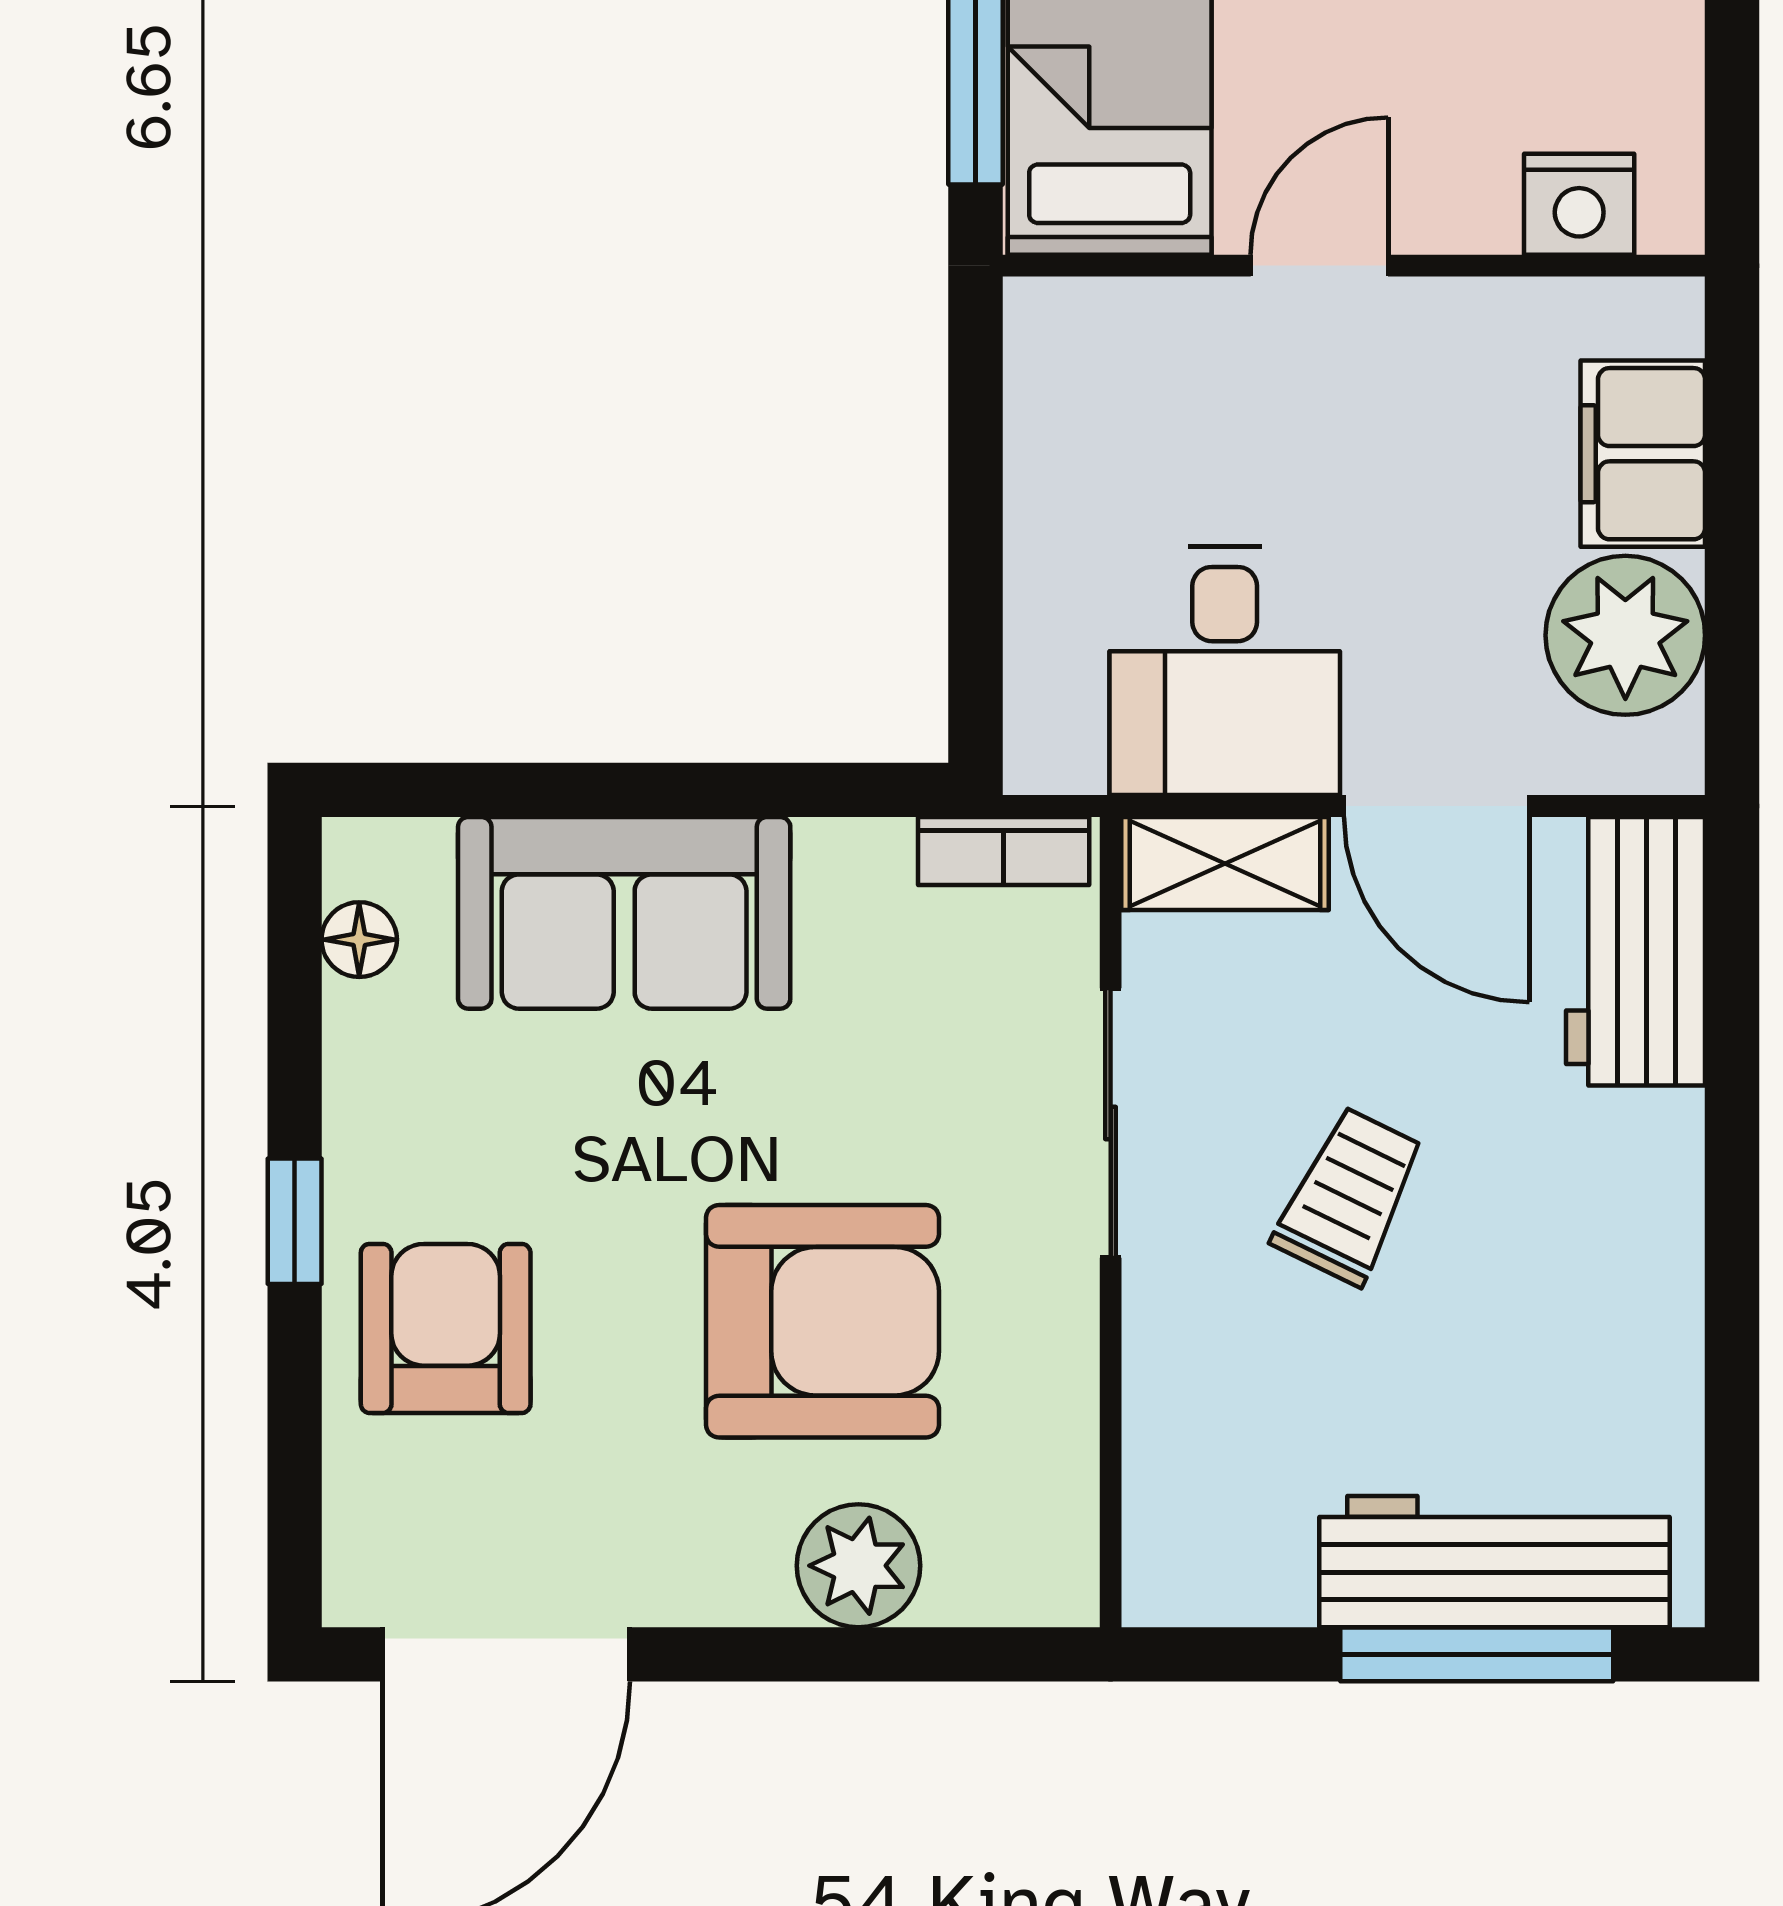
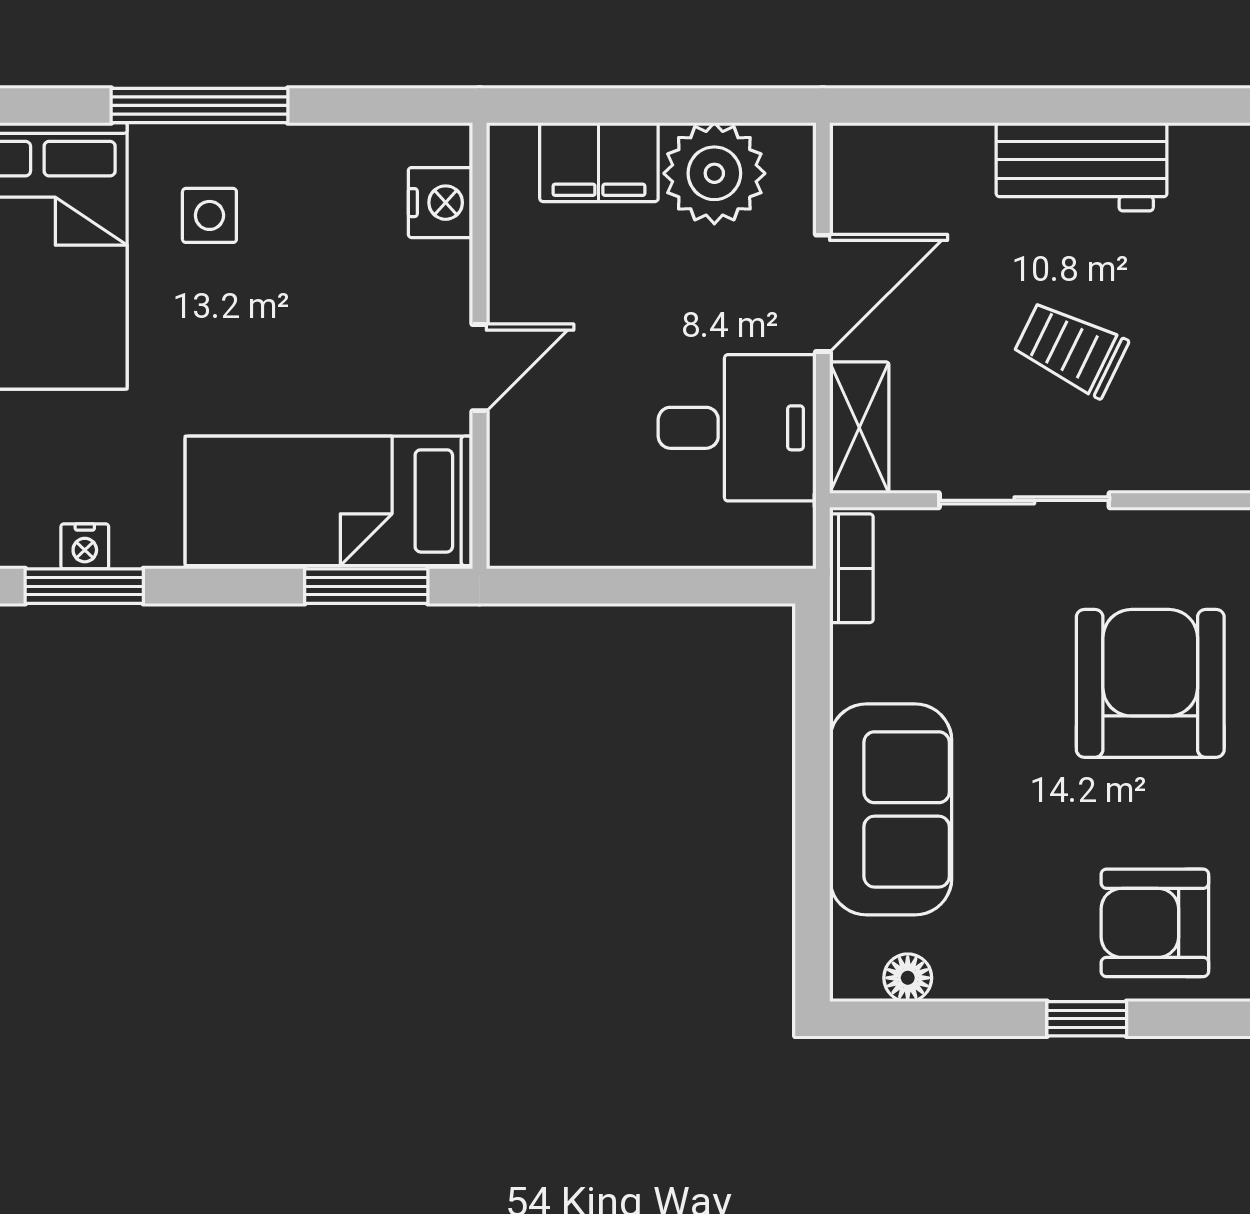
door: (1319, 266) -> (480, 368), swing flipped
workbench: (1636, 951) -> (1082, 167), moved

